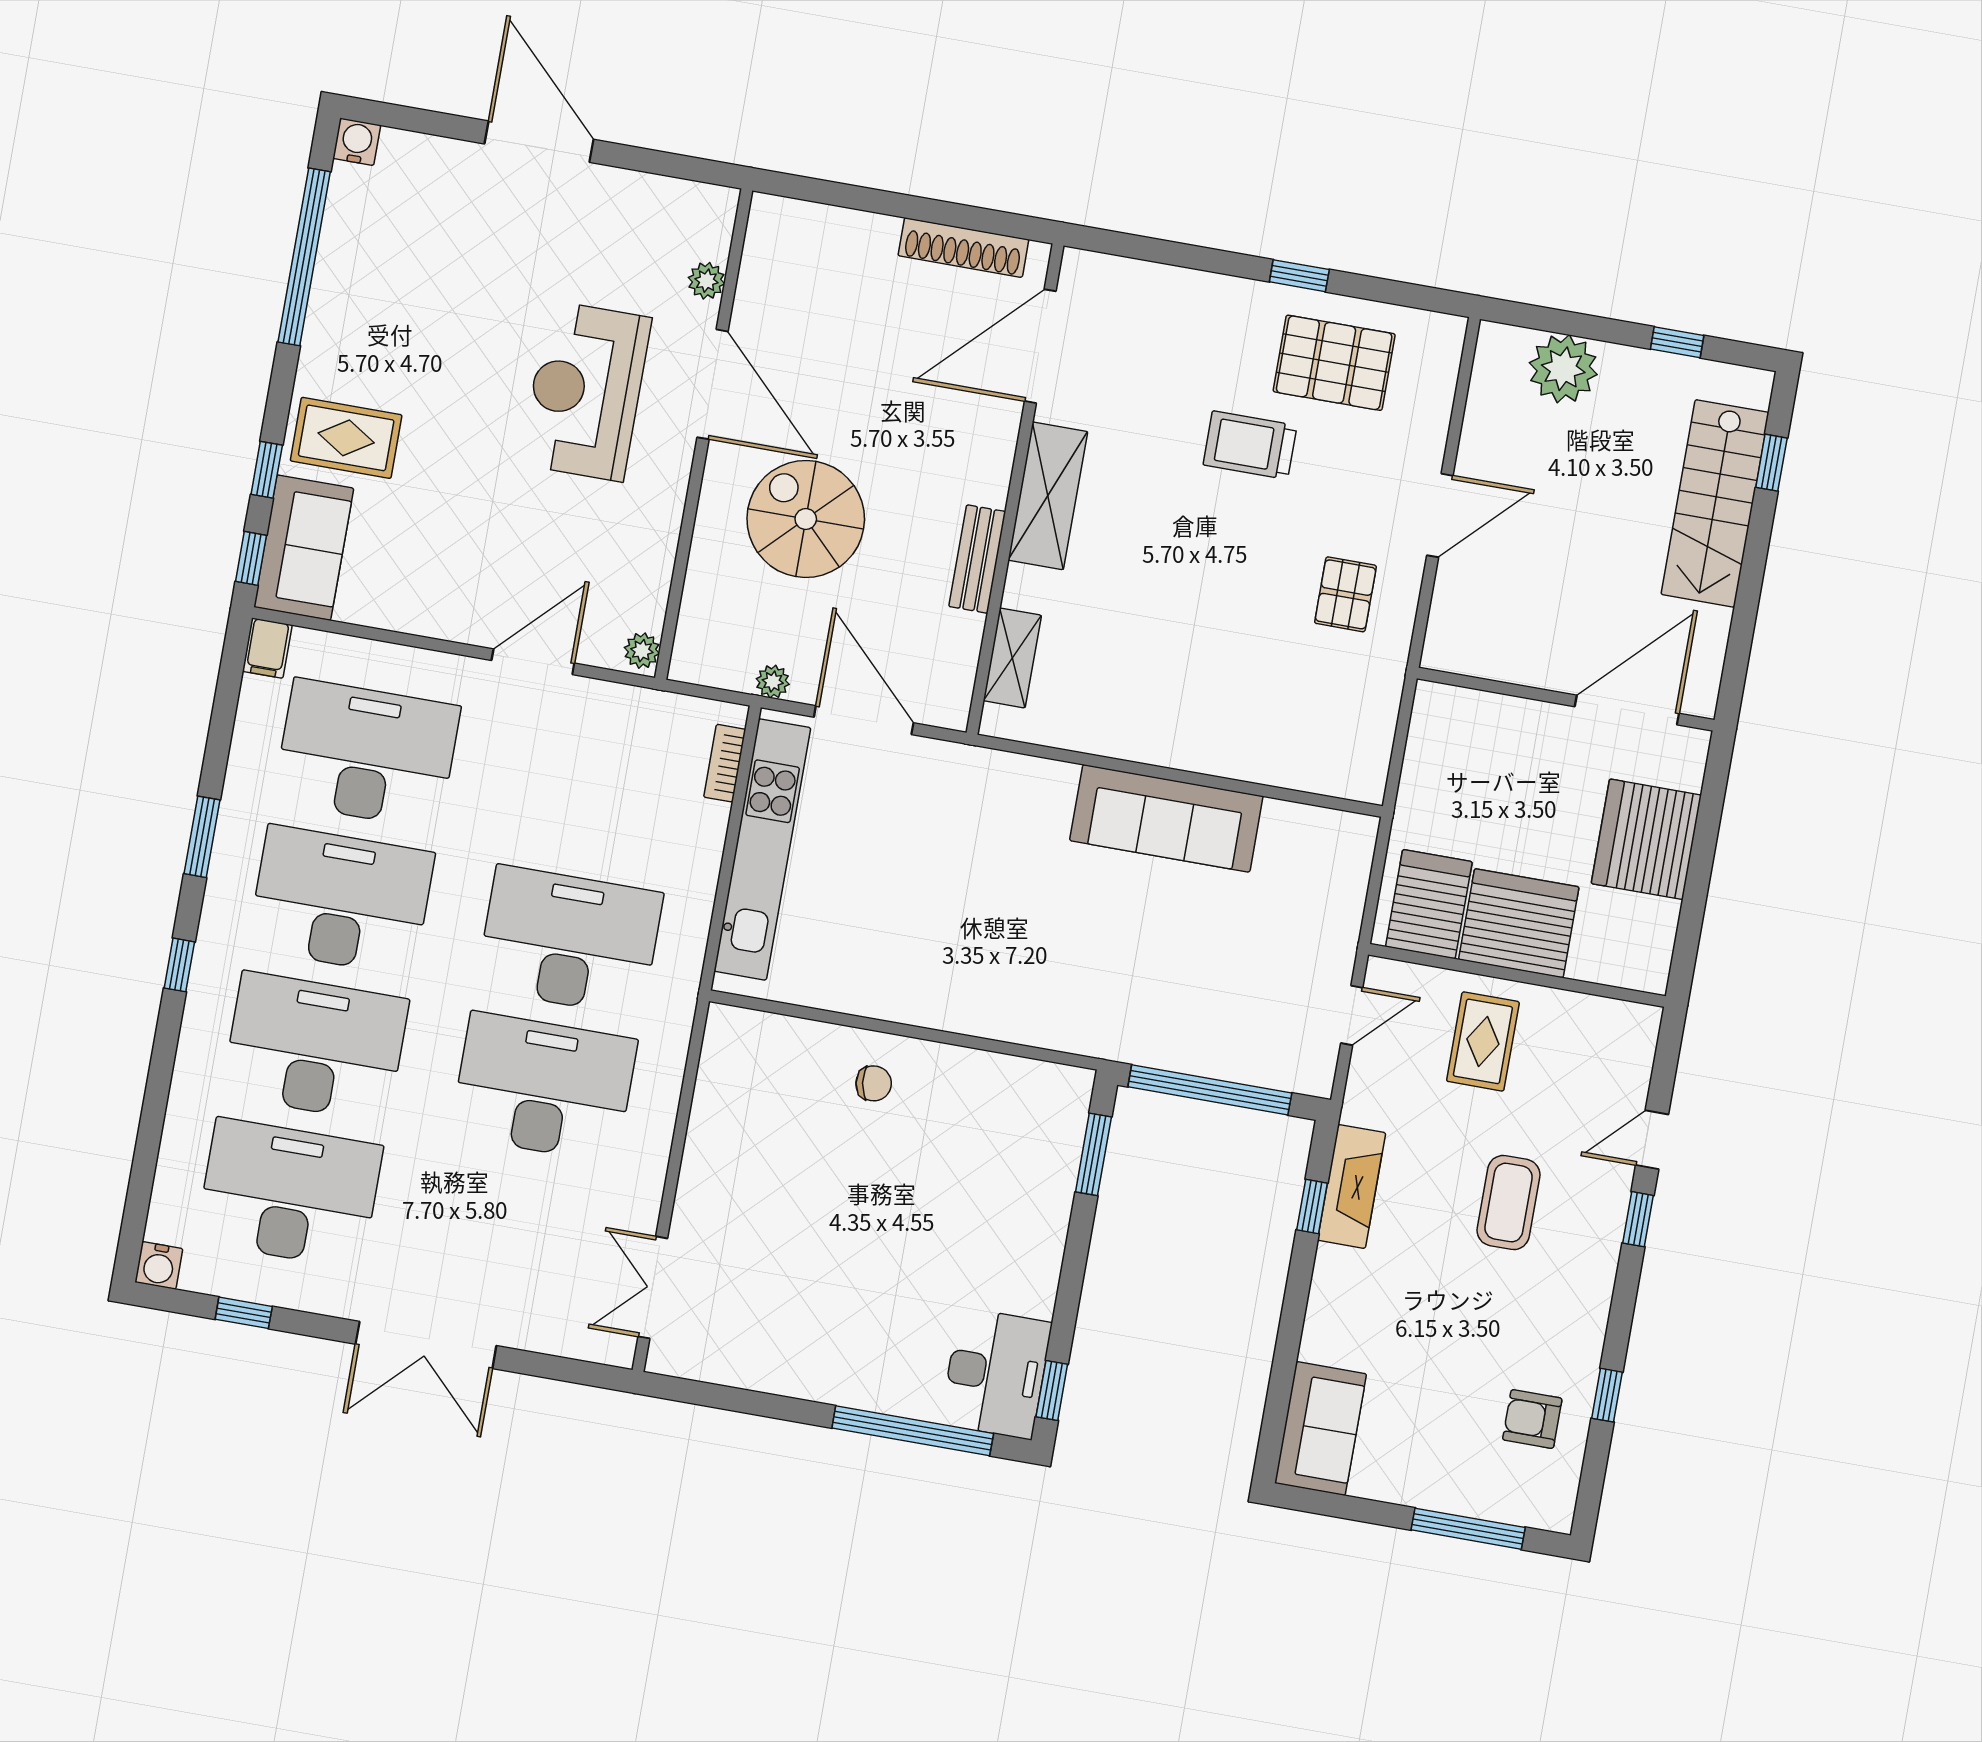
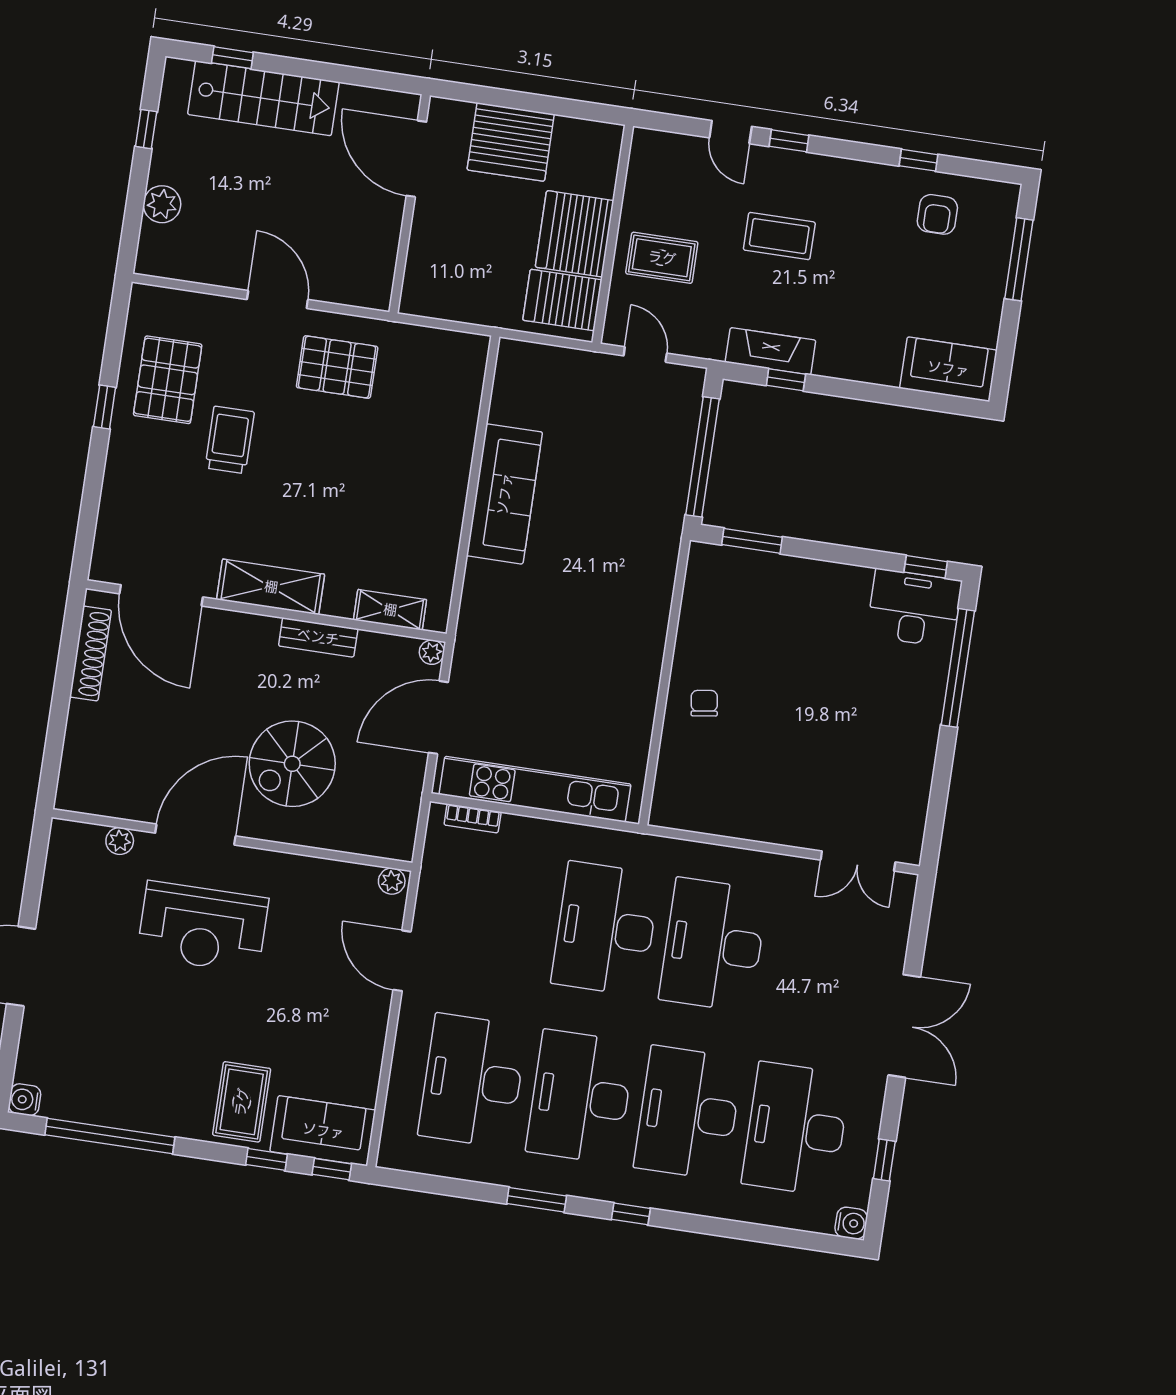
plant: (1563, 369) -> (162, 204), width x0.73, depth x0.73
trolley: (1250, 445) -> (230, 440), turned 180
pallet: (1346, 594) -> (337, 367), width x1.50, depth x1.42
filing cabinet: (267, 648) -> (397, 1156), removed
plant: (773, 682) -> (432, 652), moved

